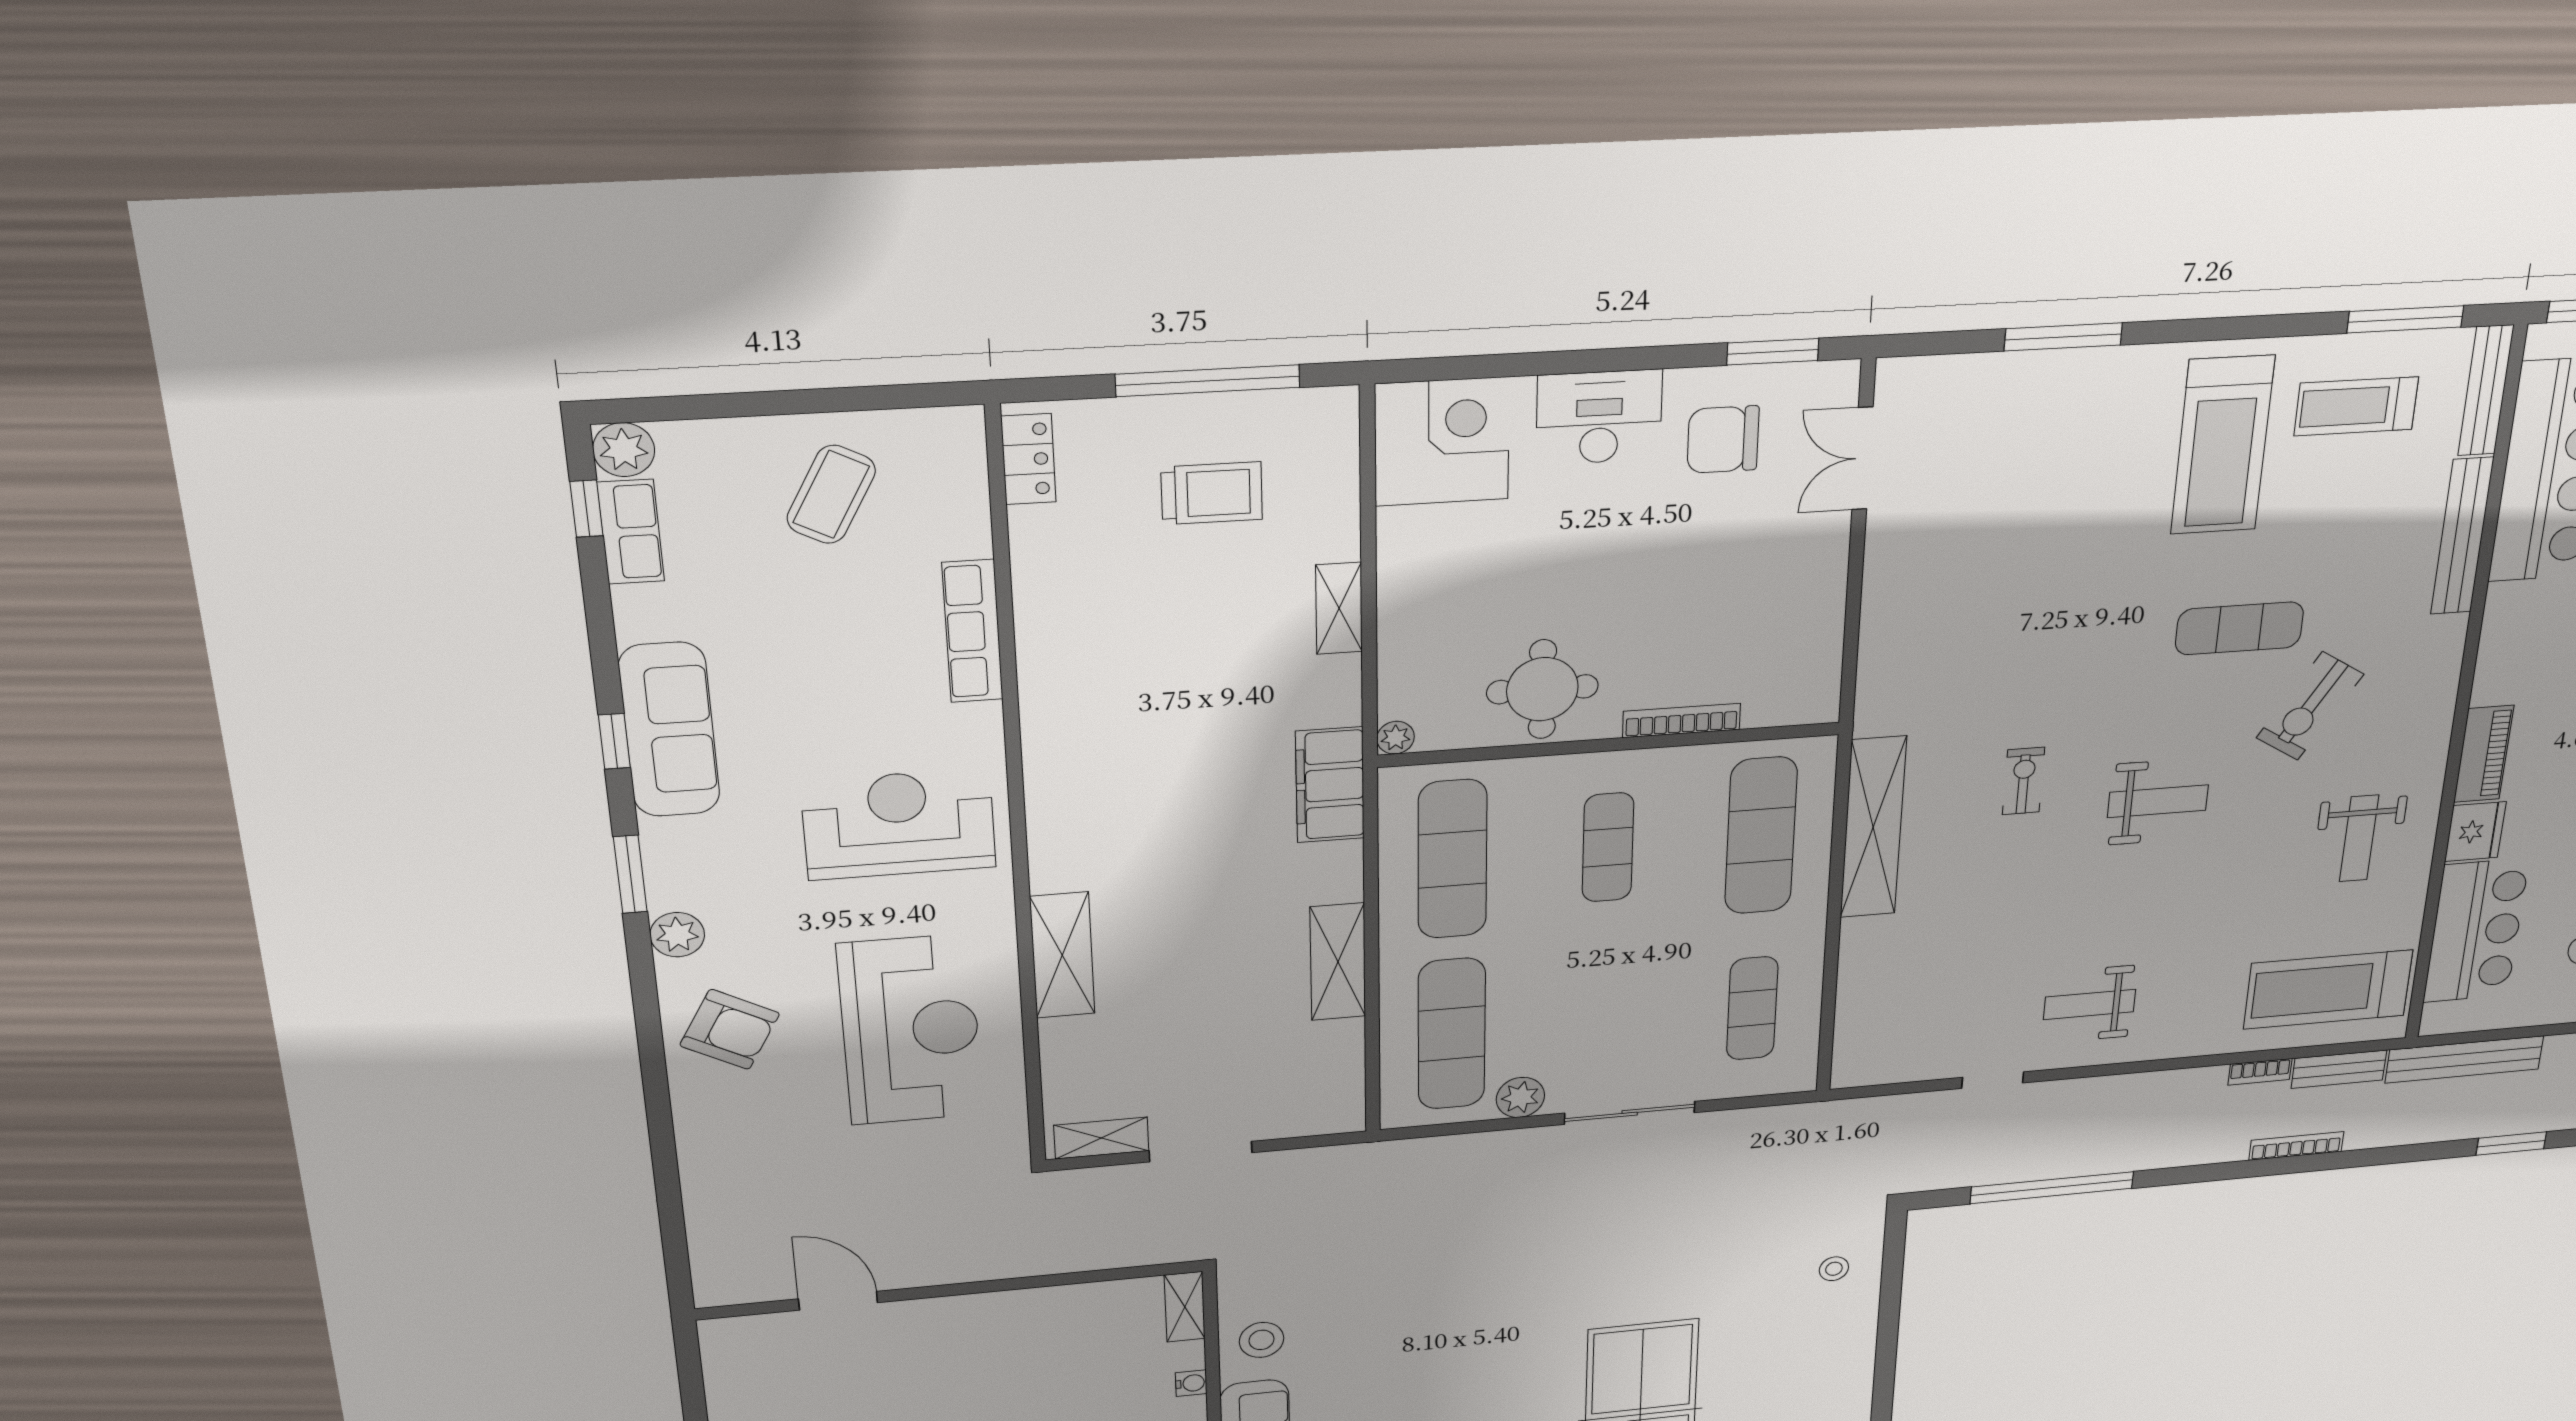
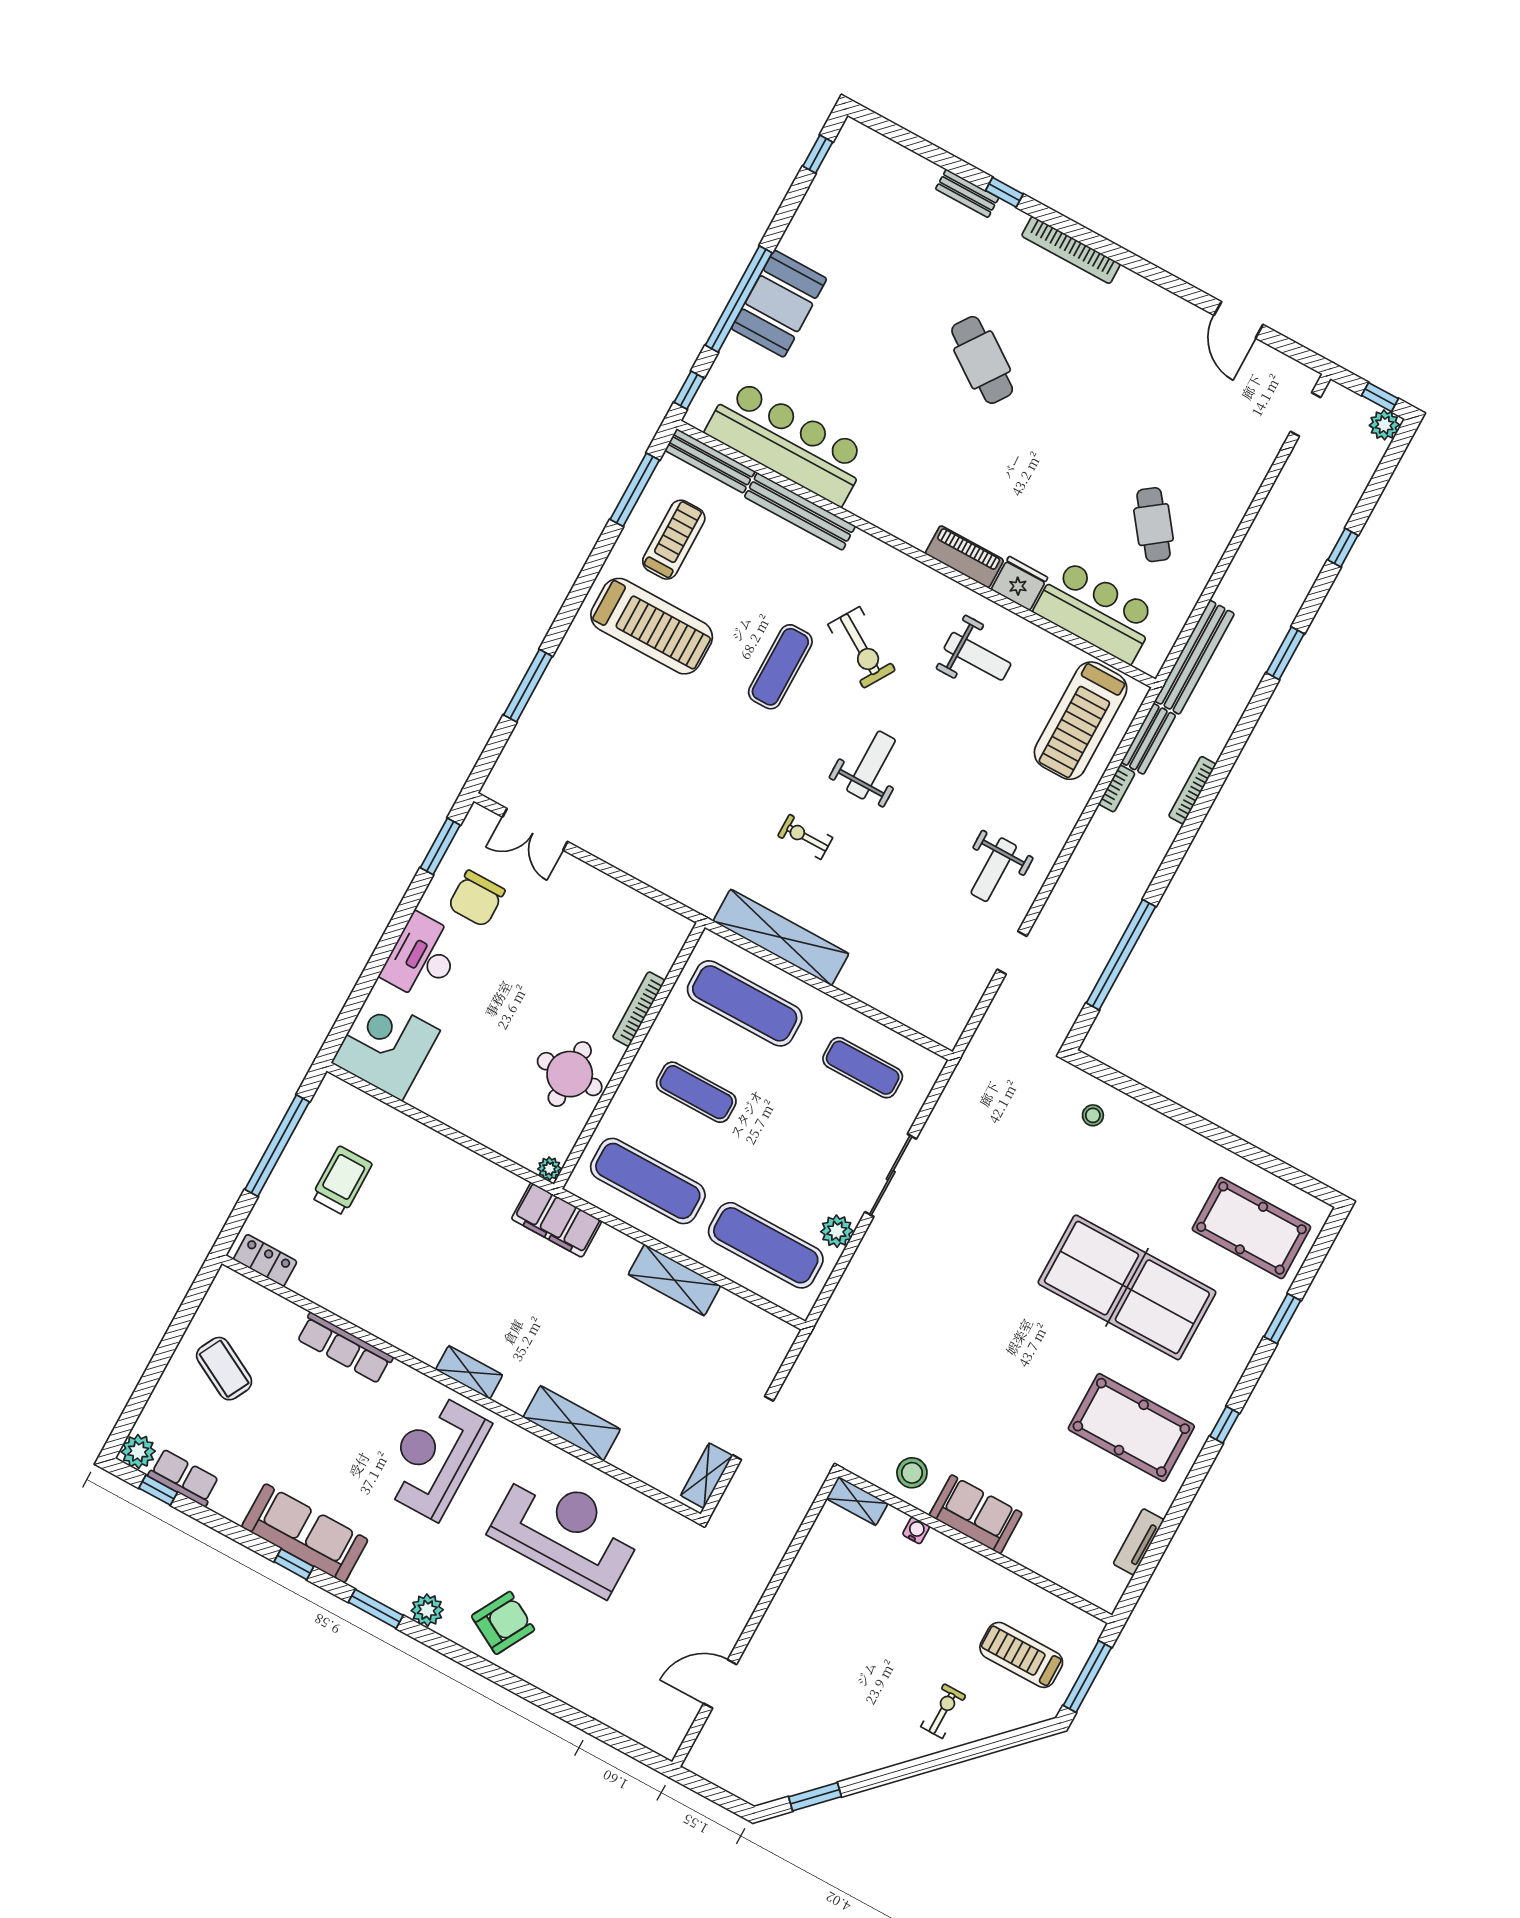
treadmill: (2356, 406) -> (674, 540), turned 180
shelving: (1339, 608) -> (469, 1372), moved

